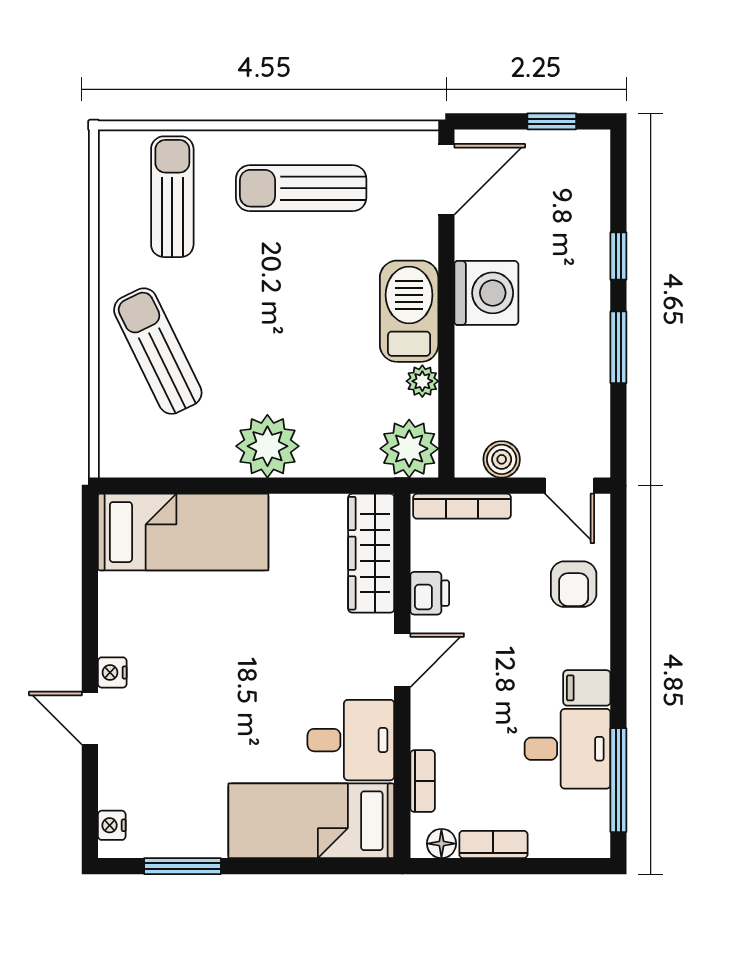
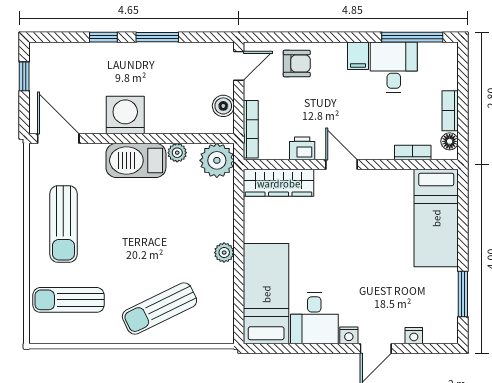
plant: (267, 446) -> (224, 253), width x0.53, depth x0.53
desk: (351, 740) -> (314, 318), moved, turned 180
nightstand: (112, 825) -> (414, 336), moved

